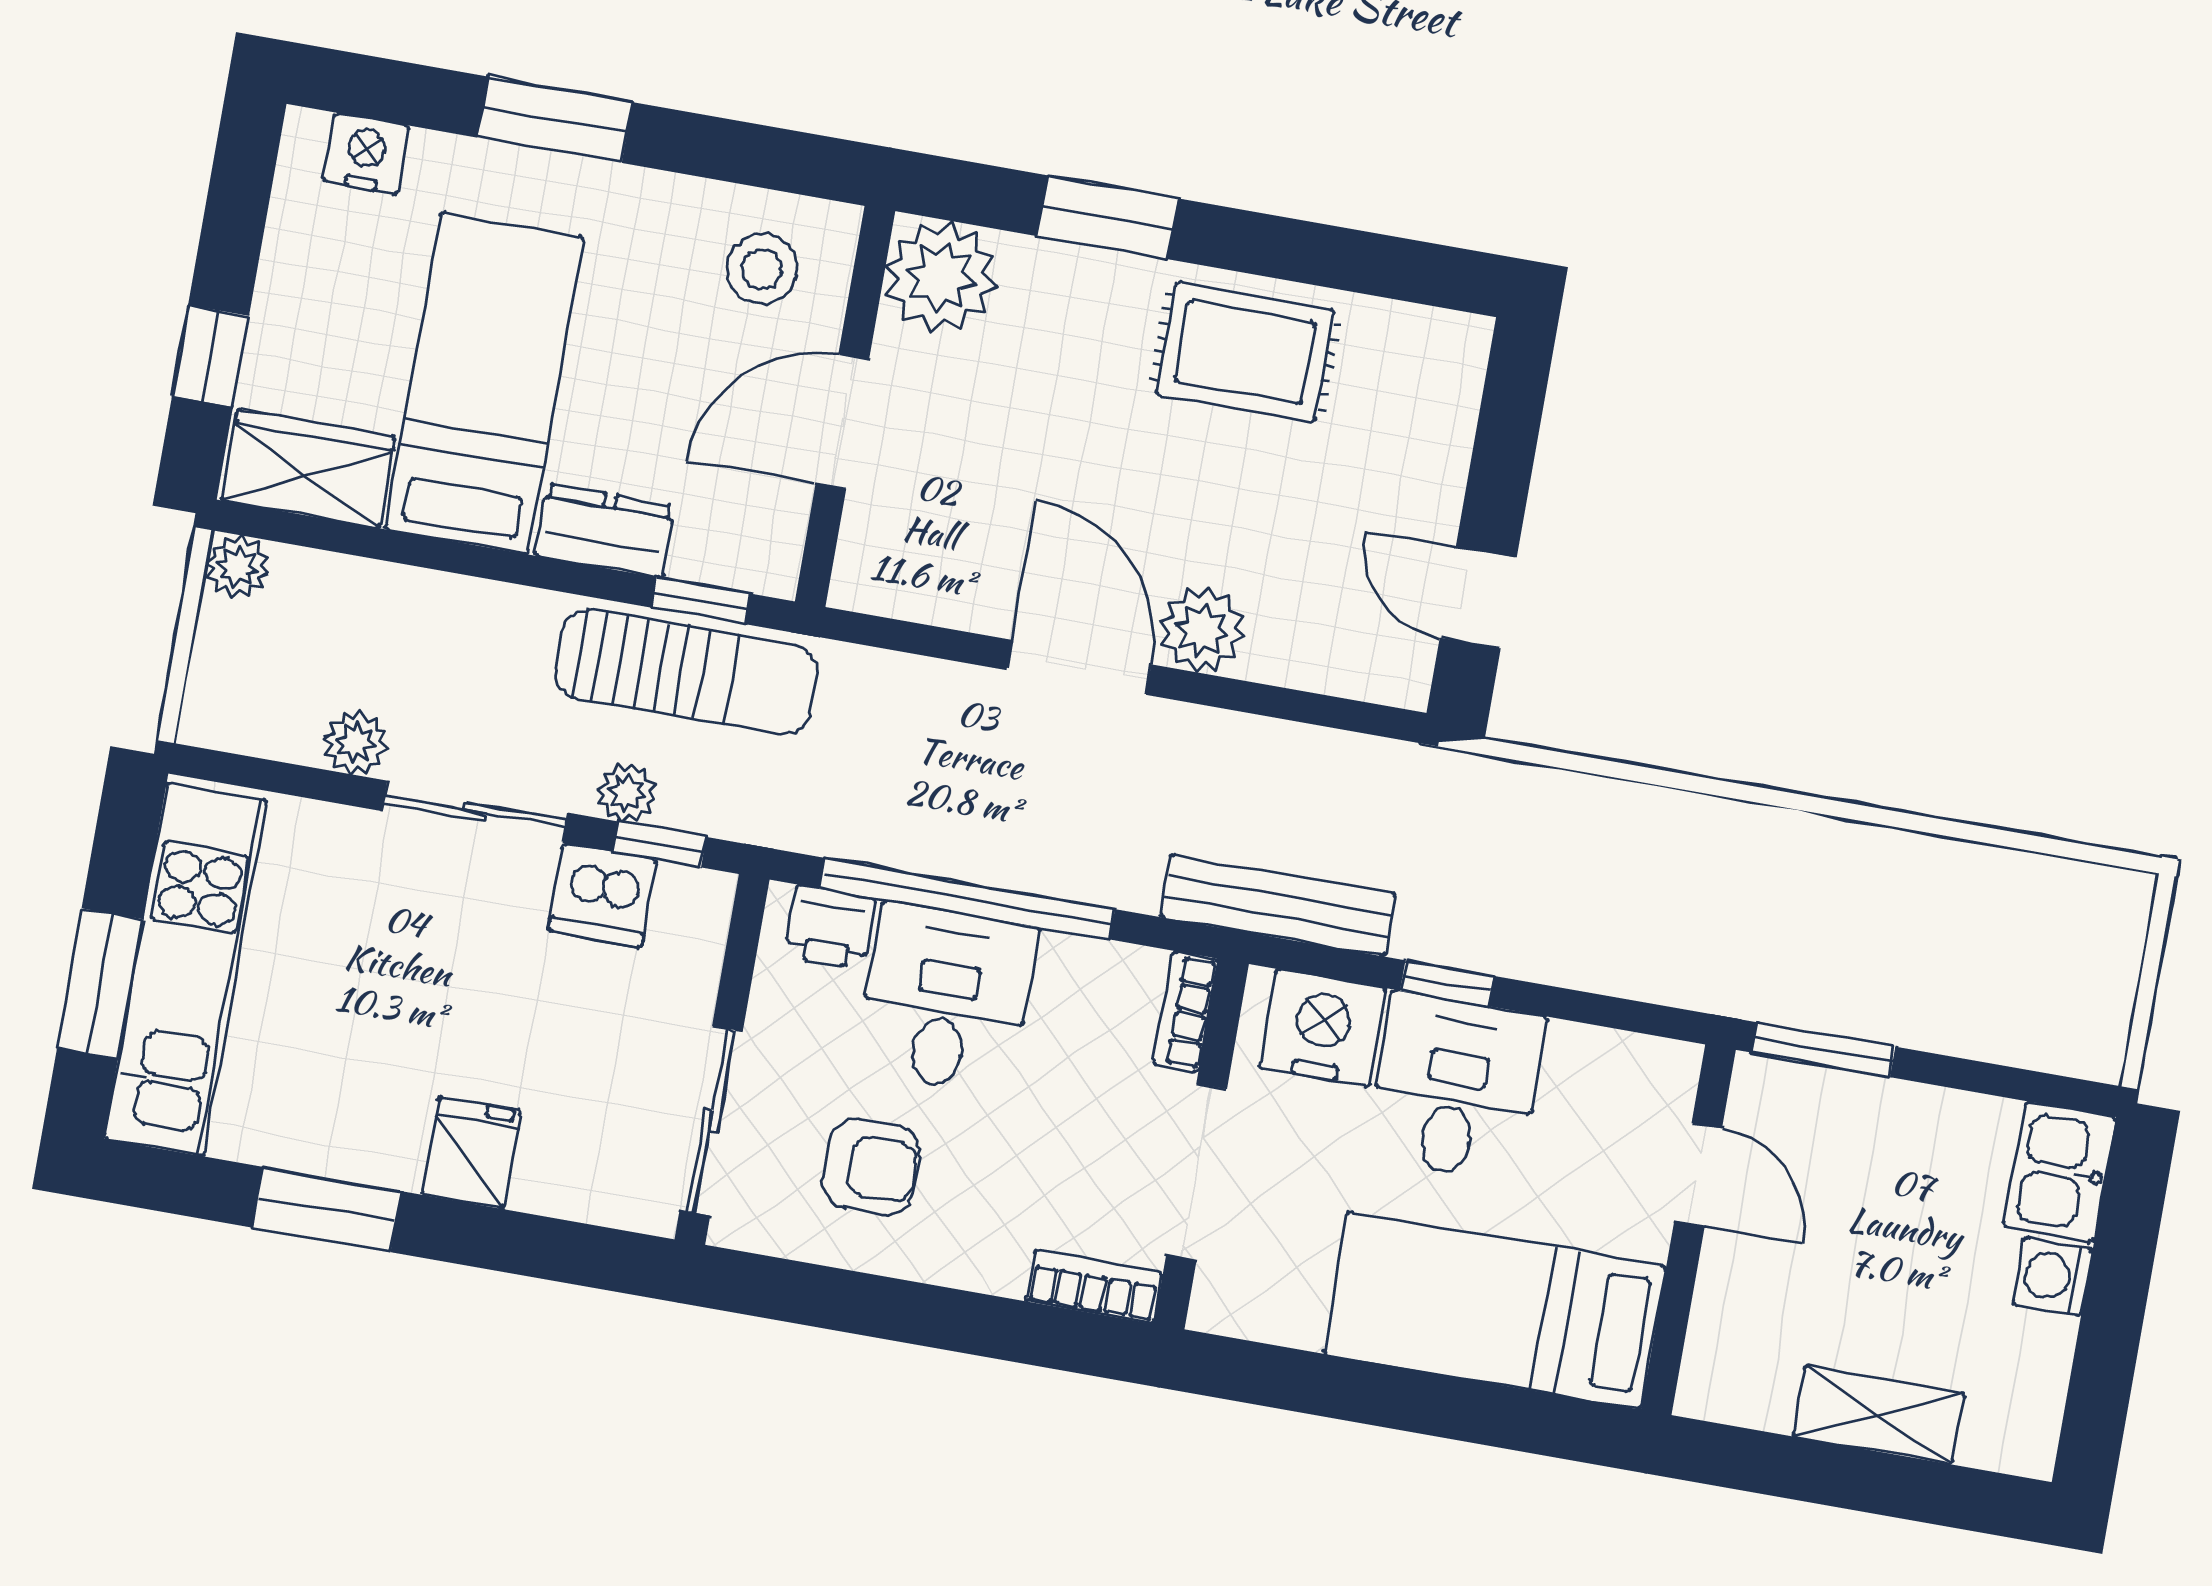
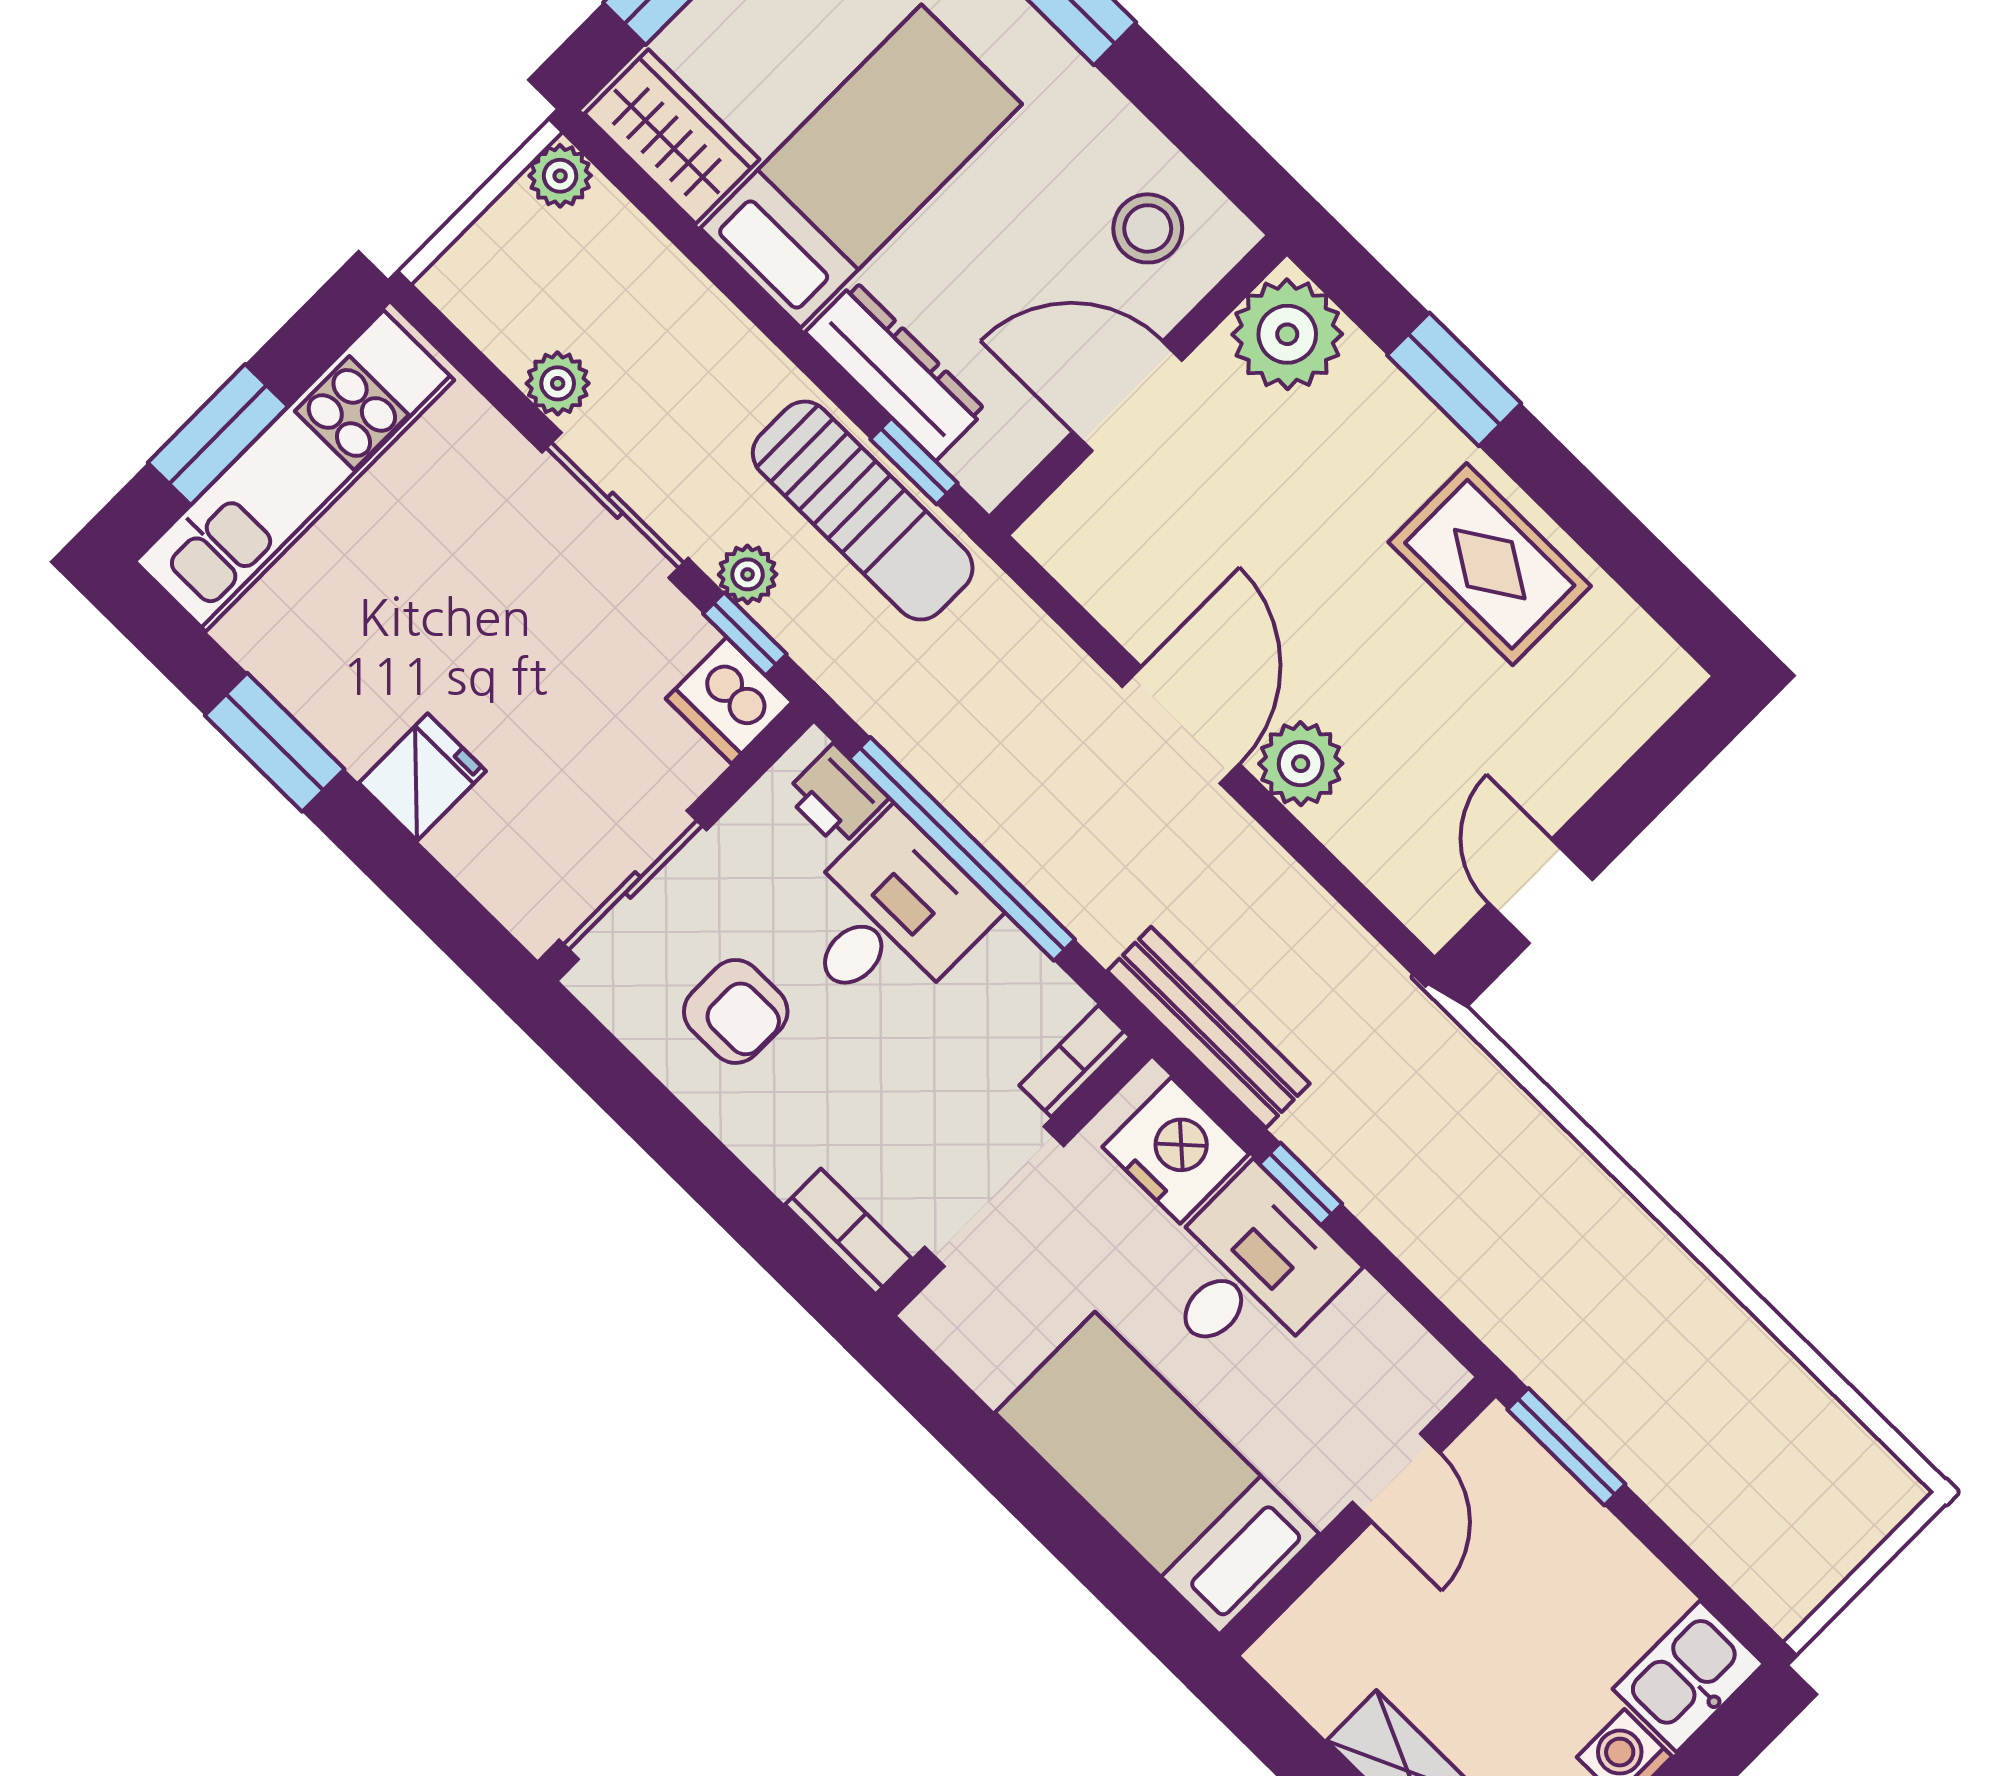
dresser: (605, 531) -> (896, 371), width x1.44
dishwasher: (603, 895) -> (729, 700), moved

